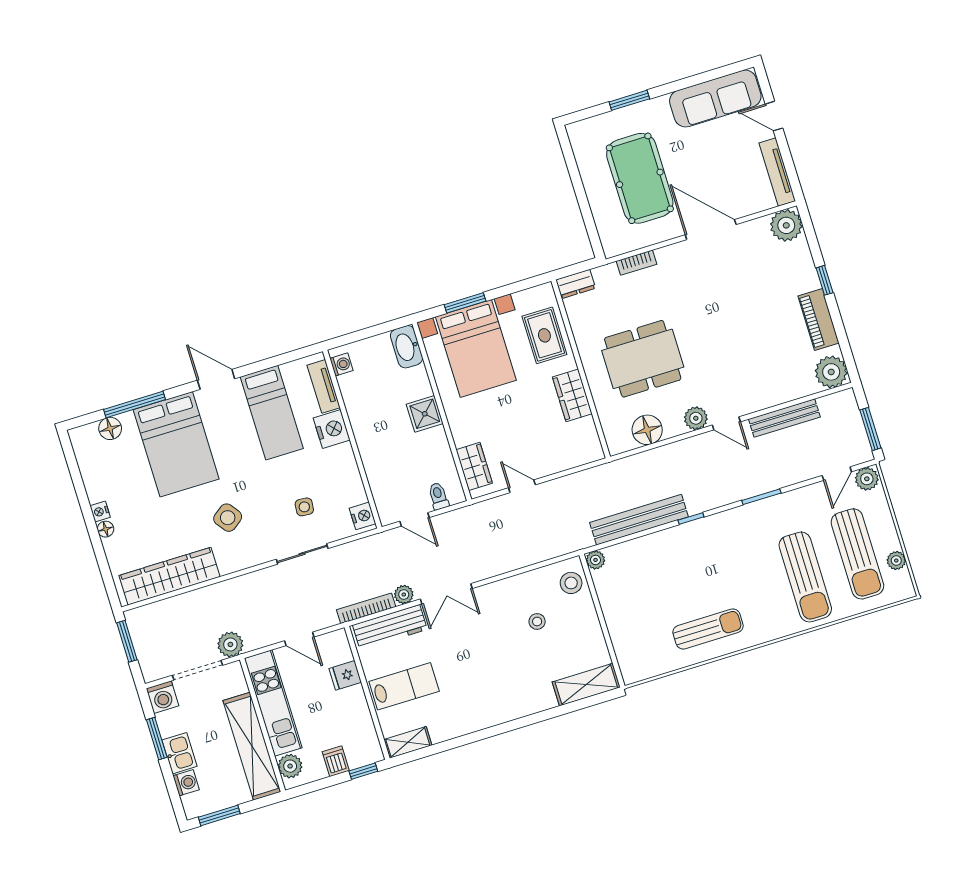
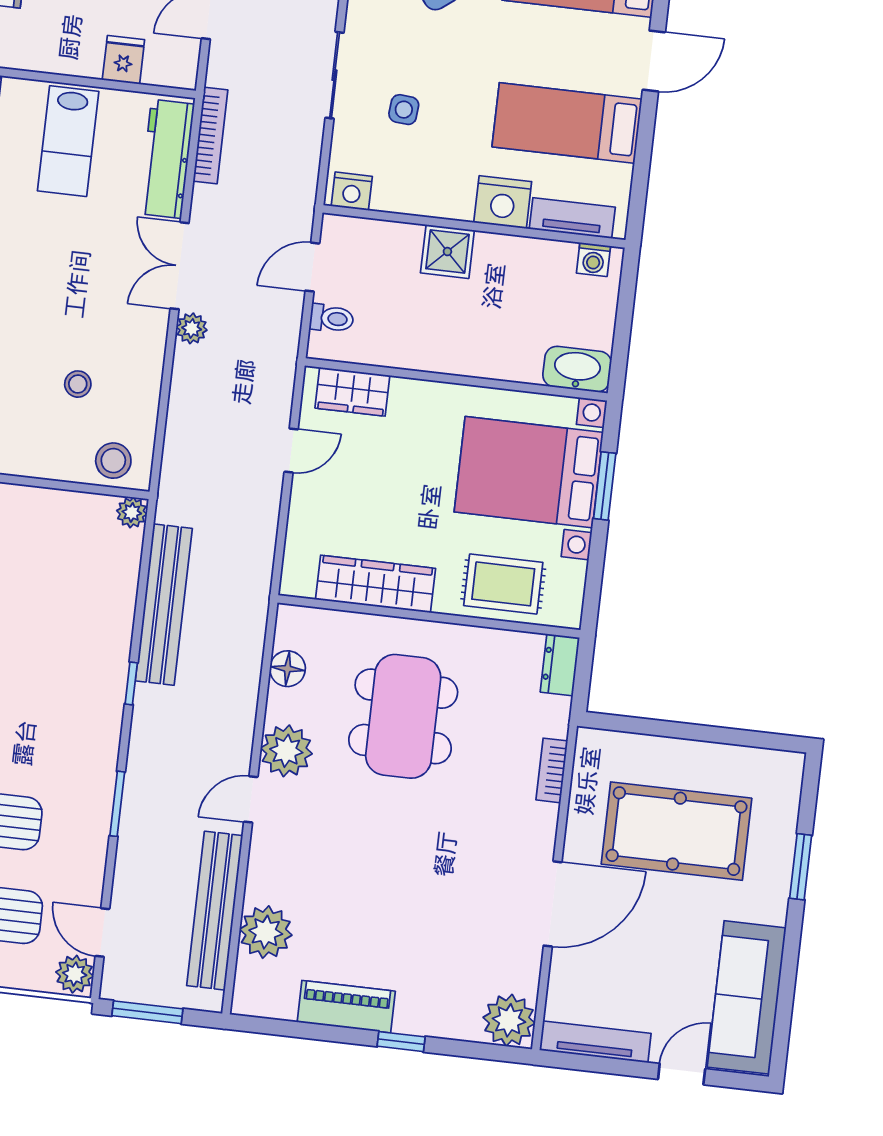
plant: (831, 372) -> (266, 932), moved
wardrobe: (572, 395) -> (376, 584), width x1.50
shower: (425, 414) -> (447, 252), moved
plant: (696, 418) -> (286, 751), width x1.36, depth x1.36
bench: (784, 418) -> (215, 911), width x1.37, depth x1.21
floor lamp: (647, 430) -> (288, 669), width x0.73, depth x0.73
plant: (404, 595) -> (192, 328), moved

